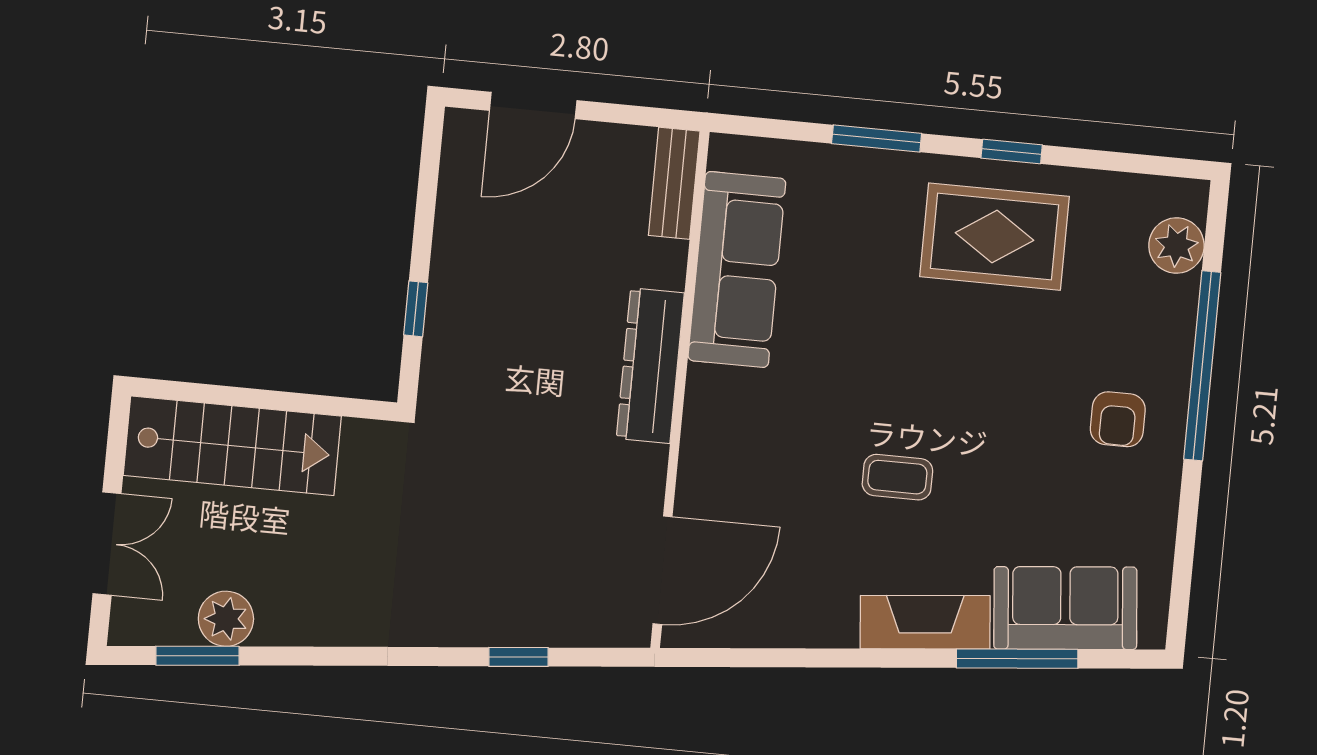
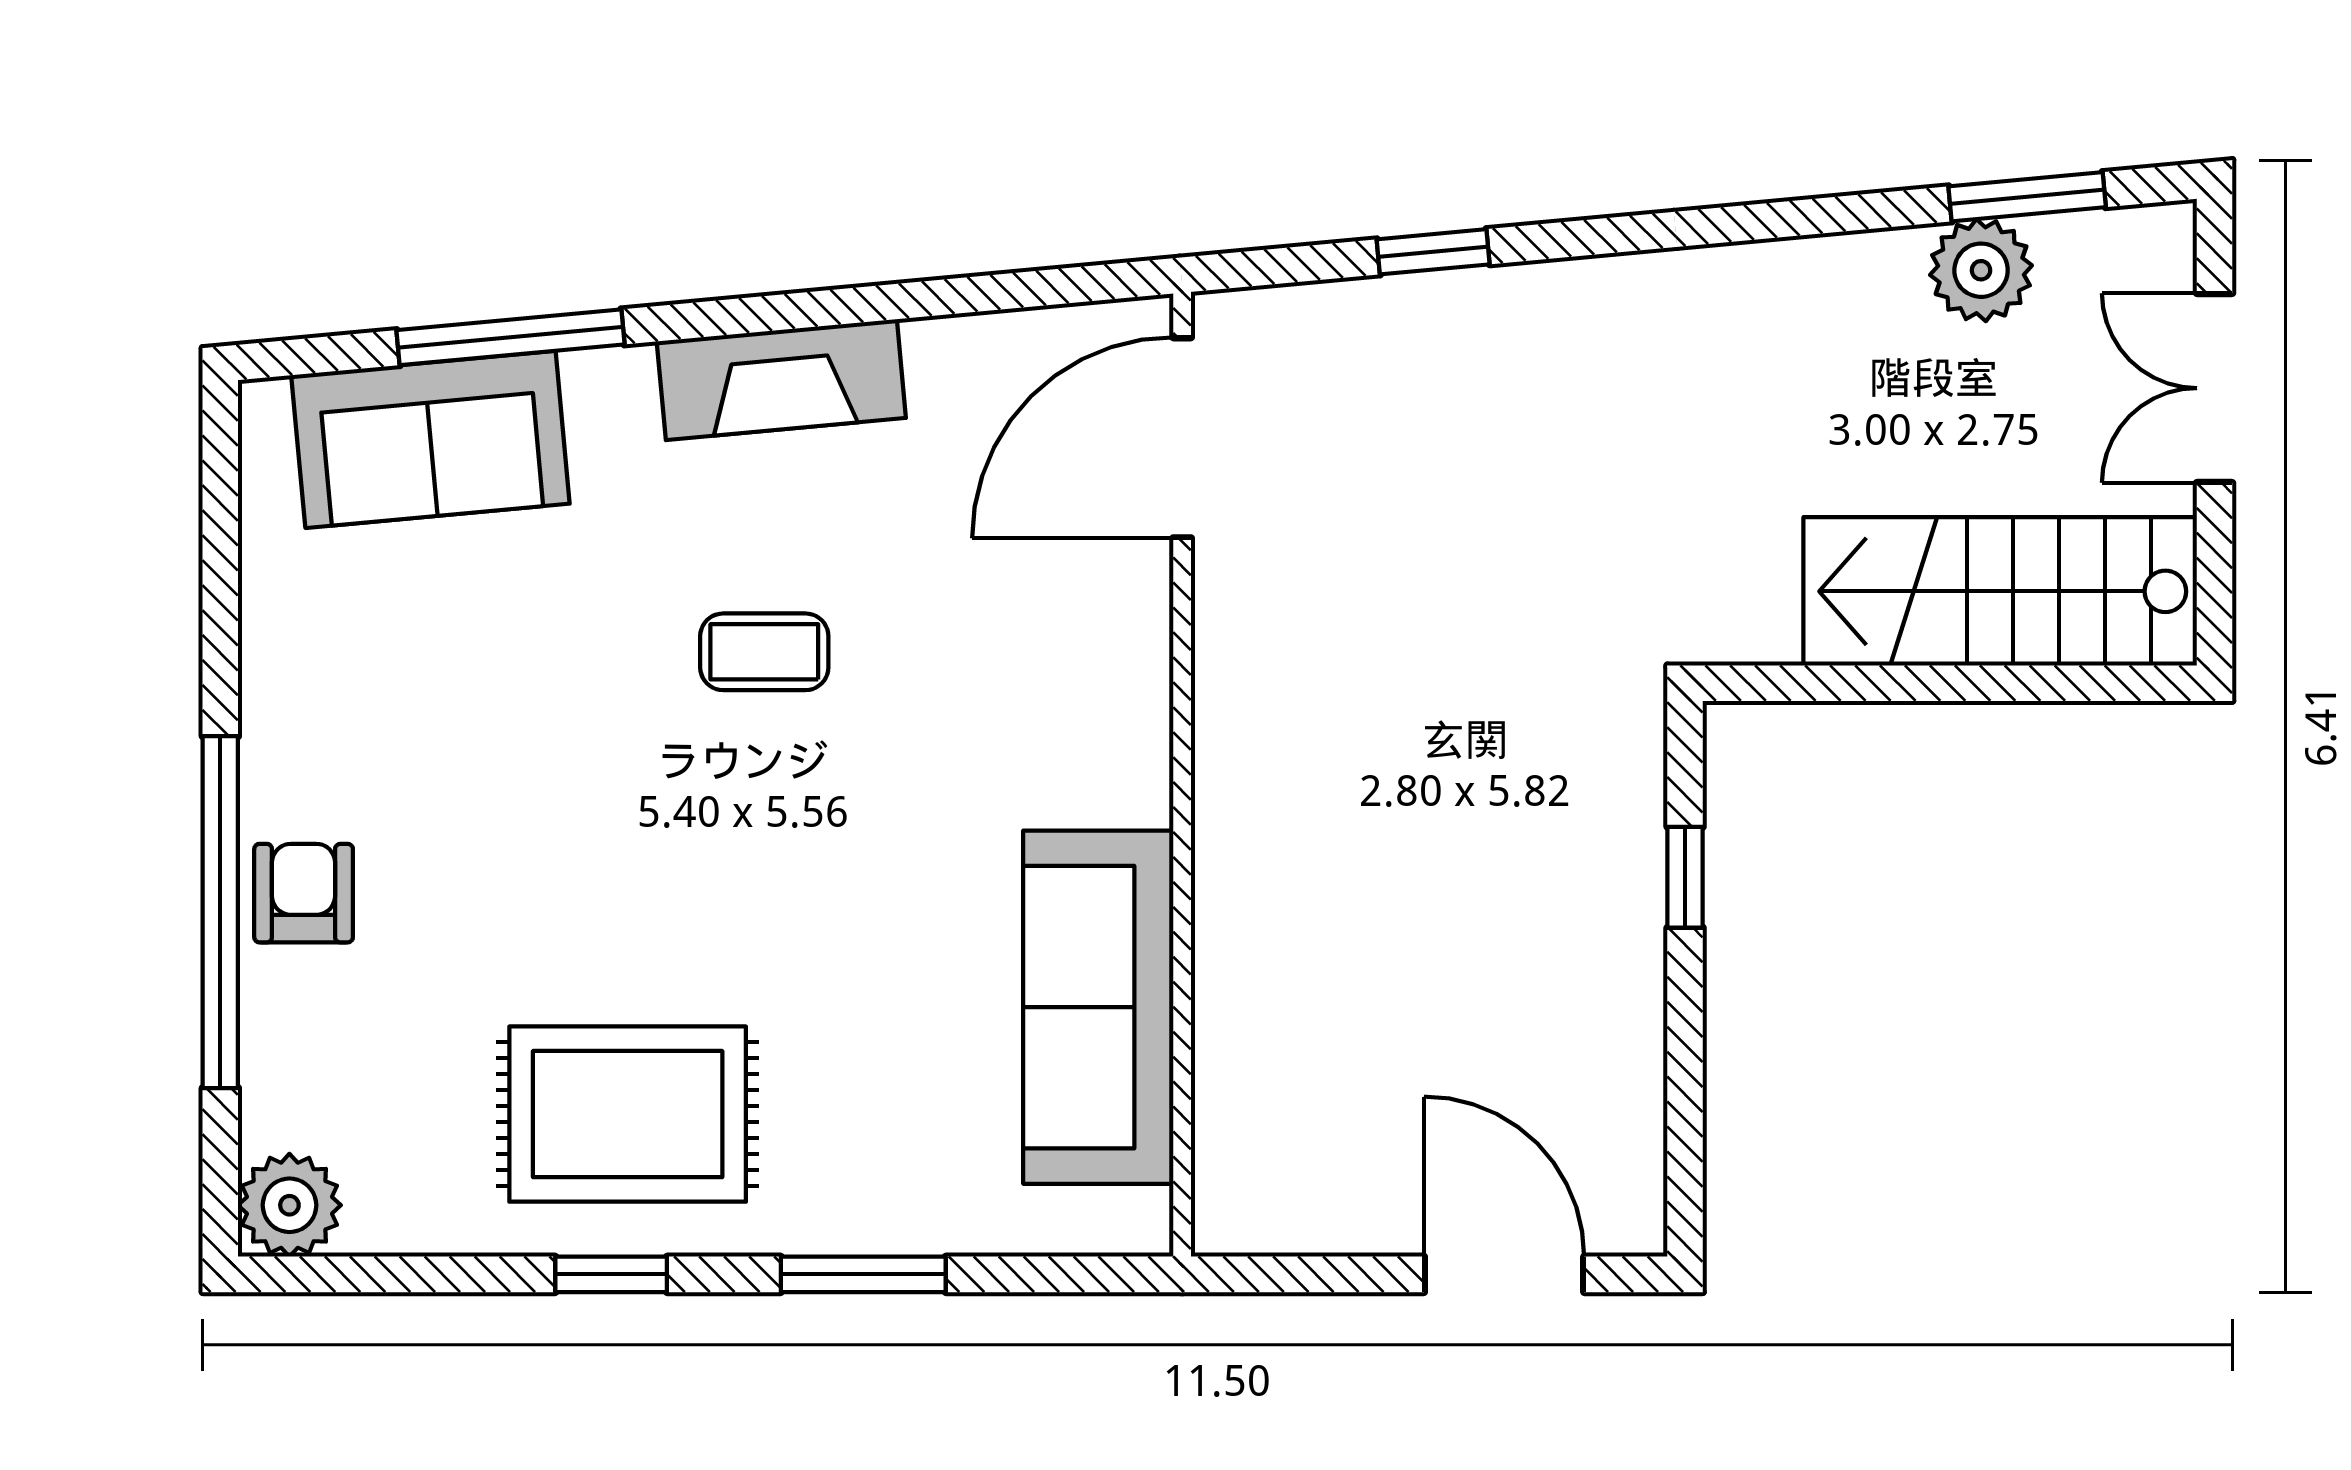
door: (533, 105) -> (1504, 1274), hinge flipped
bench: (674, 183) -> (1230, 1156), removed
plant: (1176, 246) -> (289, 1205), moved
dresser: (650, 366) -> (1241, 814), removed
armchair: (1118, 419) -> (304, 893), moved
fireplace: (925, 622) -> (781, 380), moved

